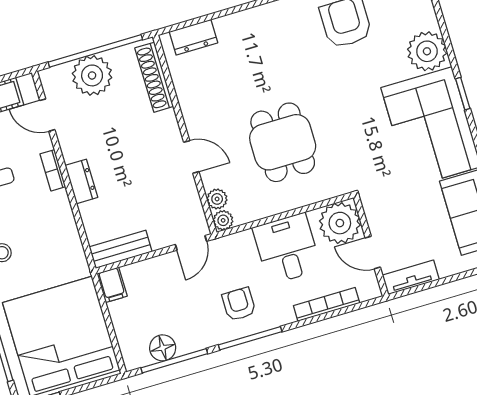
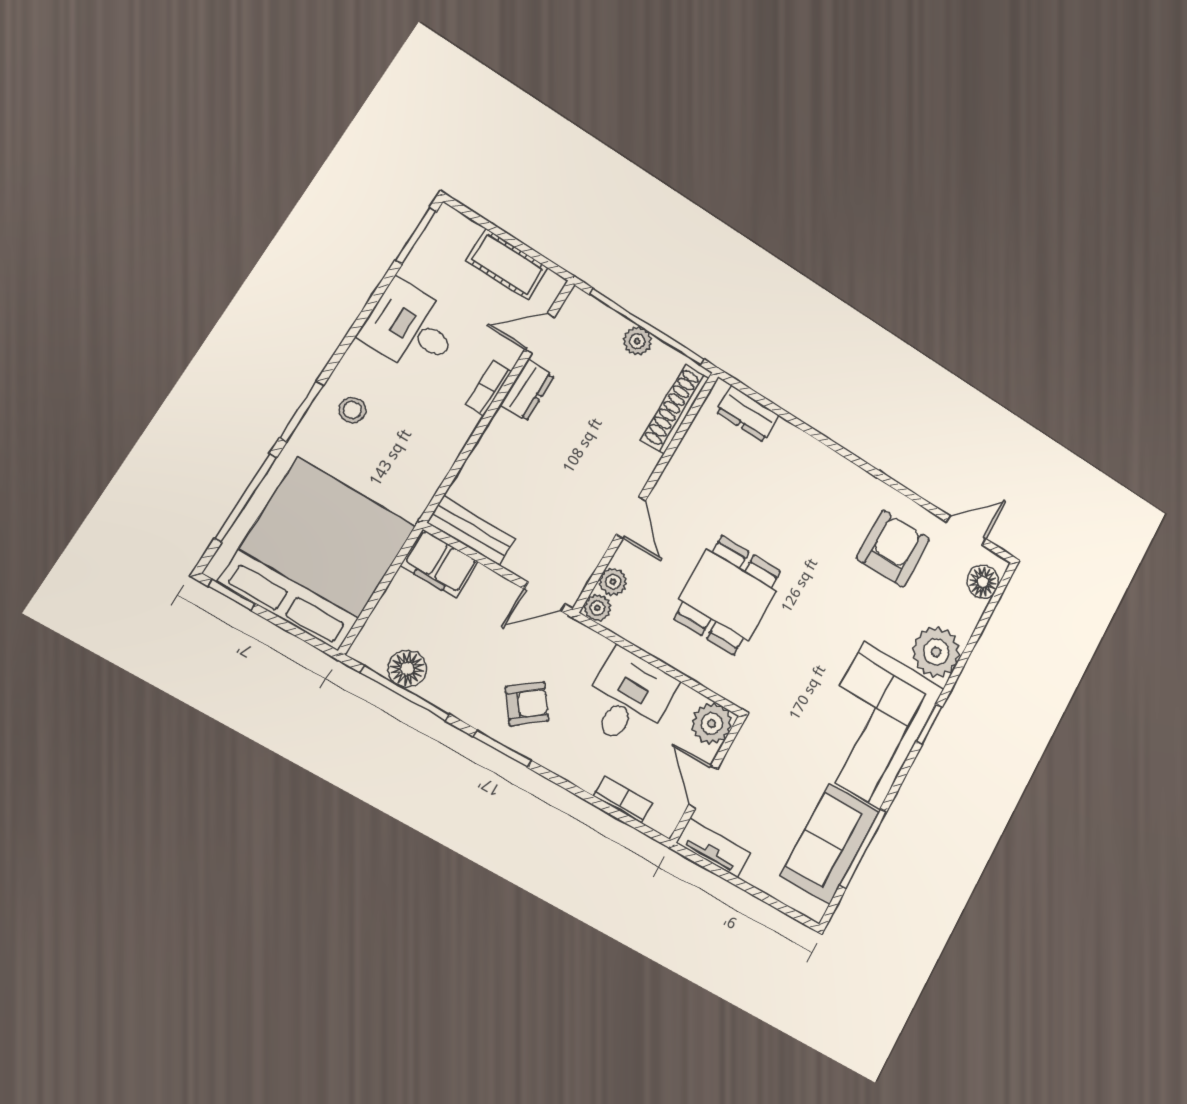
plant: (92, 75) -> (637, 341), width x0.53, depth x0.53
door: (47, 115) -> (540, 333), hinge flipped
dresser: (81, 181) -> (527, 390), moved
plant: (340, 223) -> (712, 724), width x0.73, depth x0.73
filing cabinet: (112, 285) -> (439, 564), width x2.00
armchair: (239, 304) -> (527, 704), turned 53
bookcase: (327, 304) -> (623, 800), width x0.64
window: (250, 338) -> (502, 749), width x0.69

